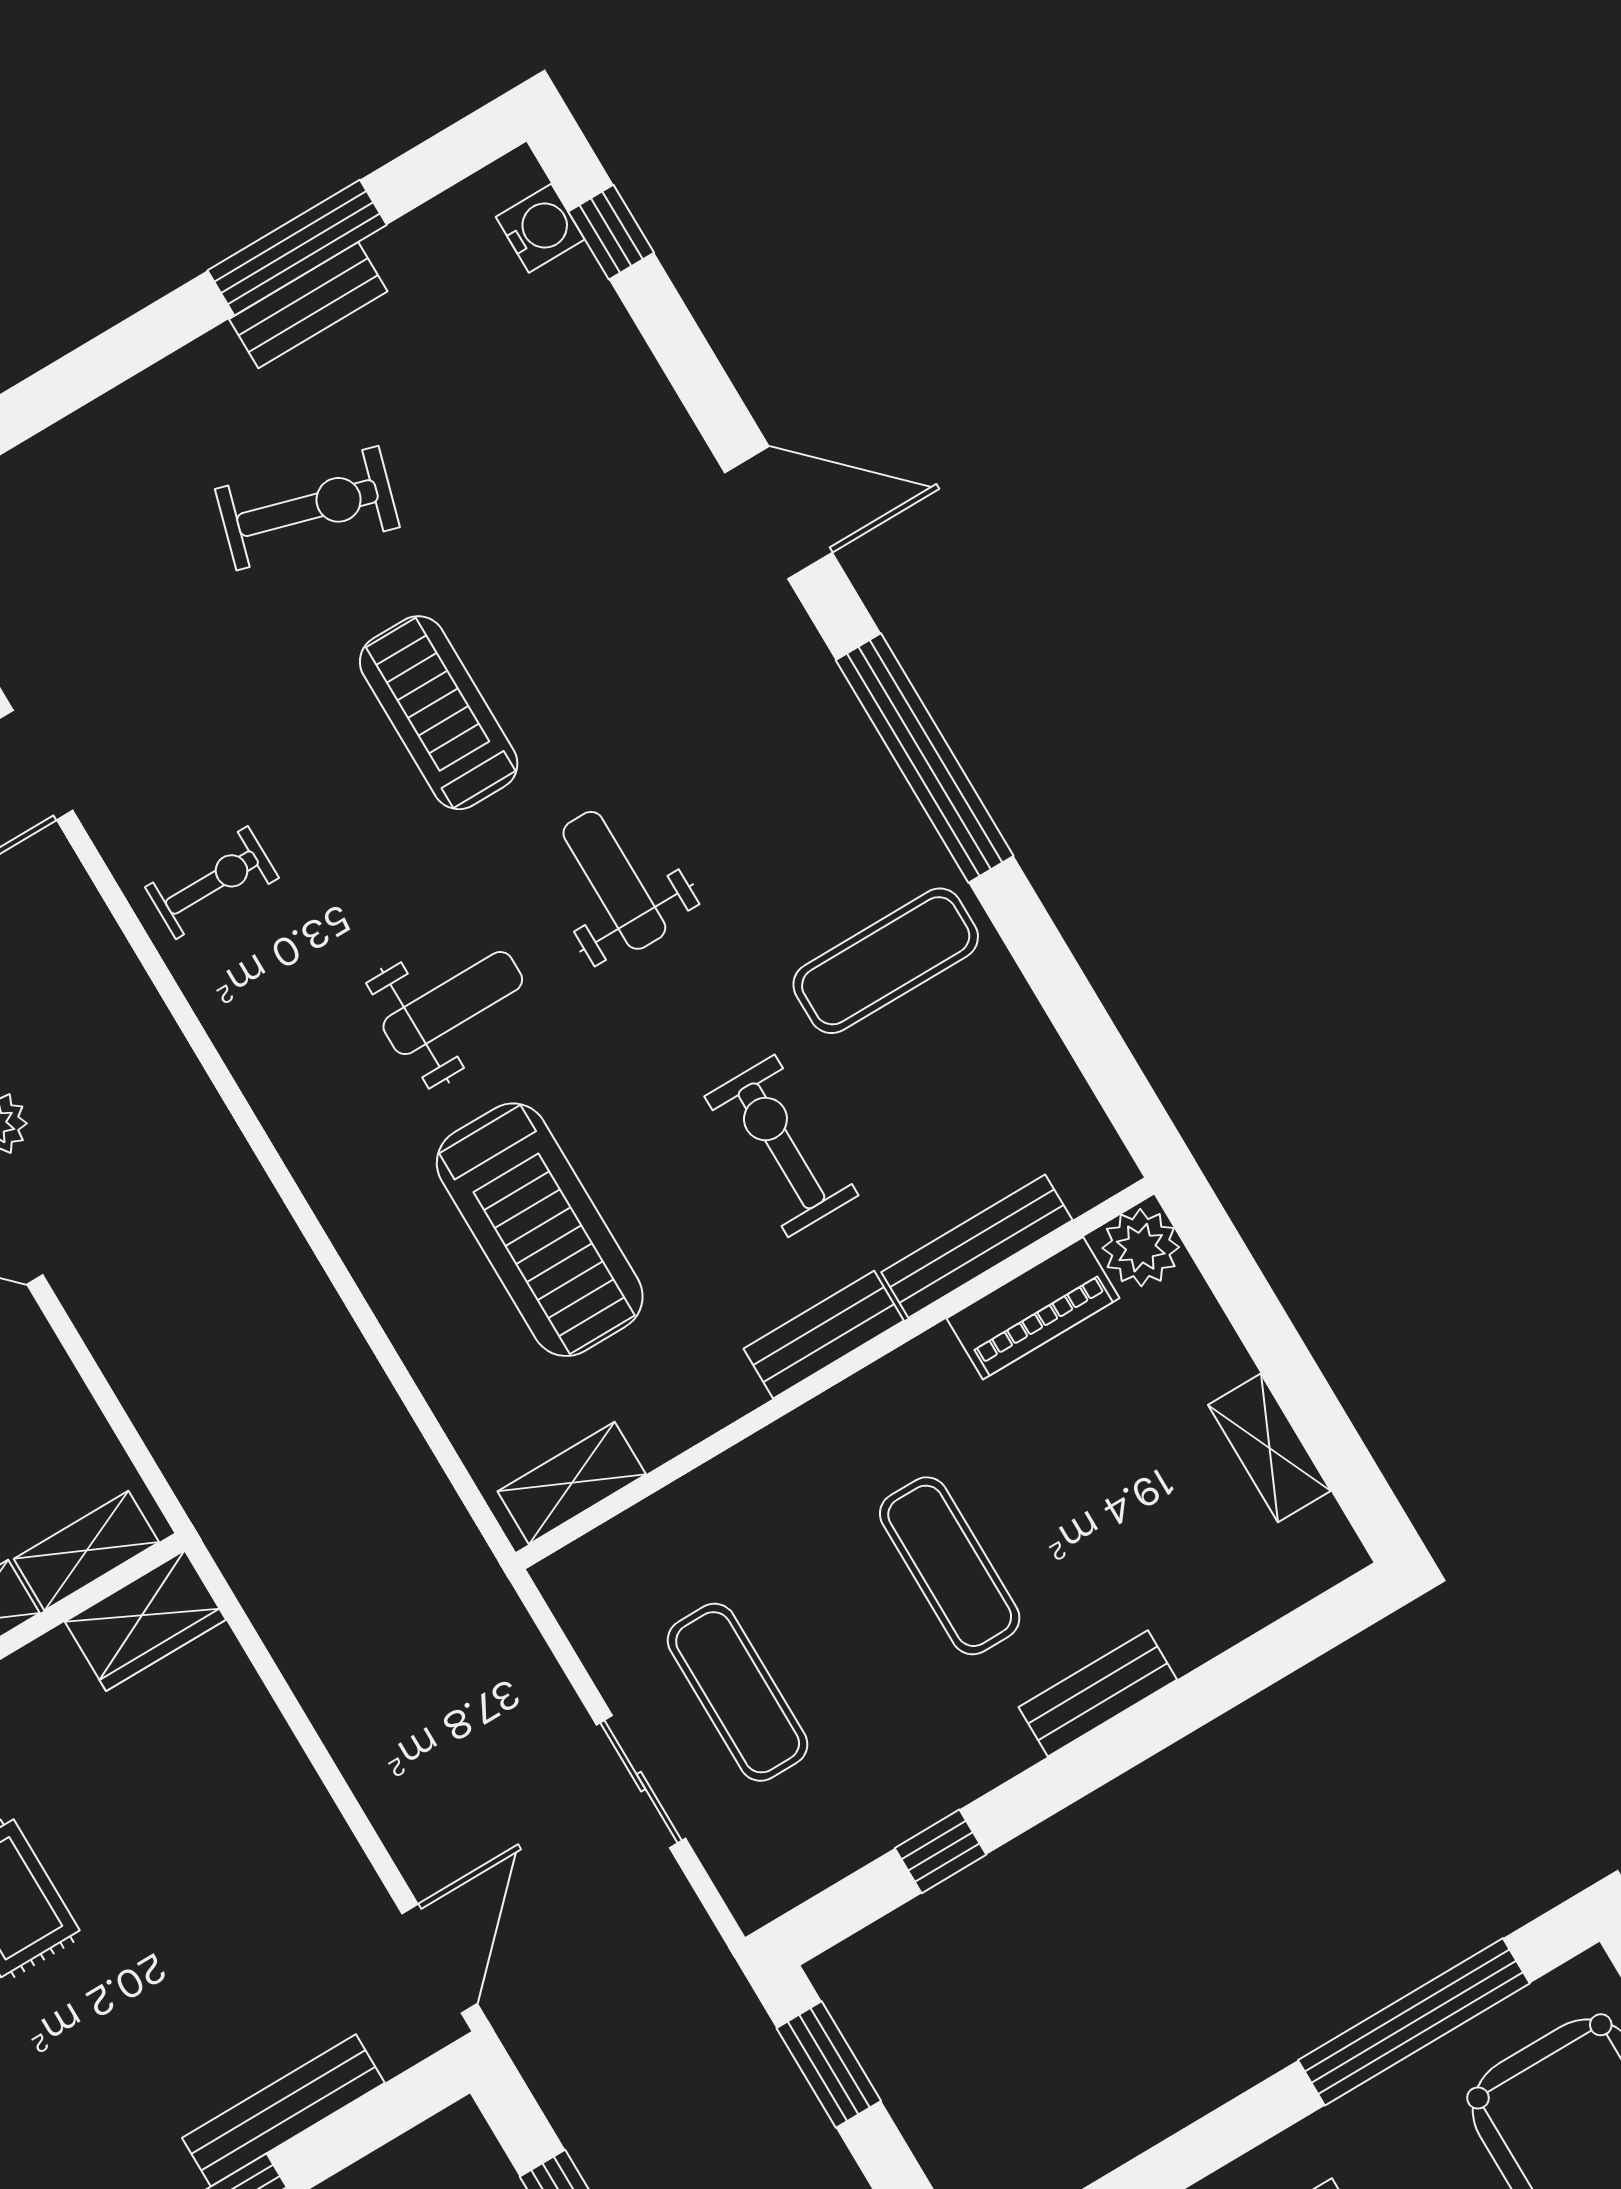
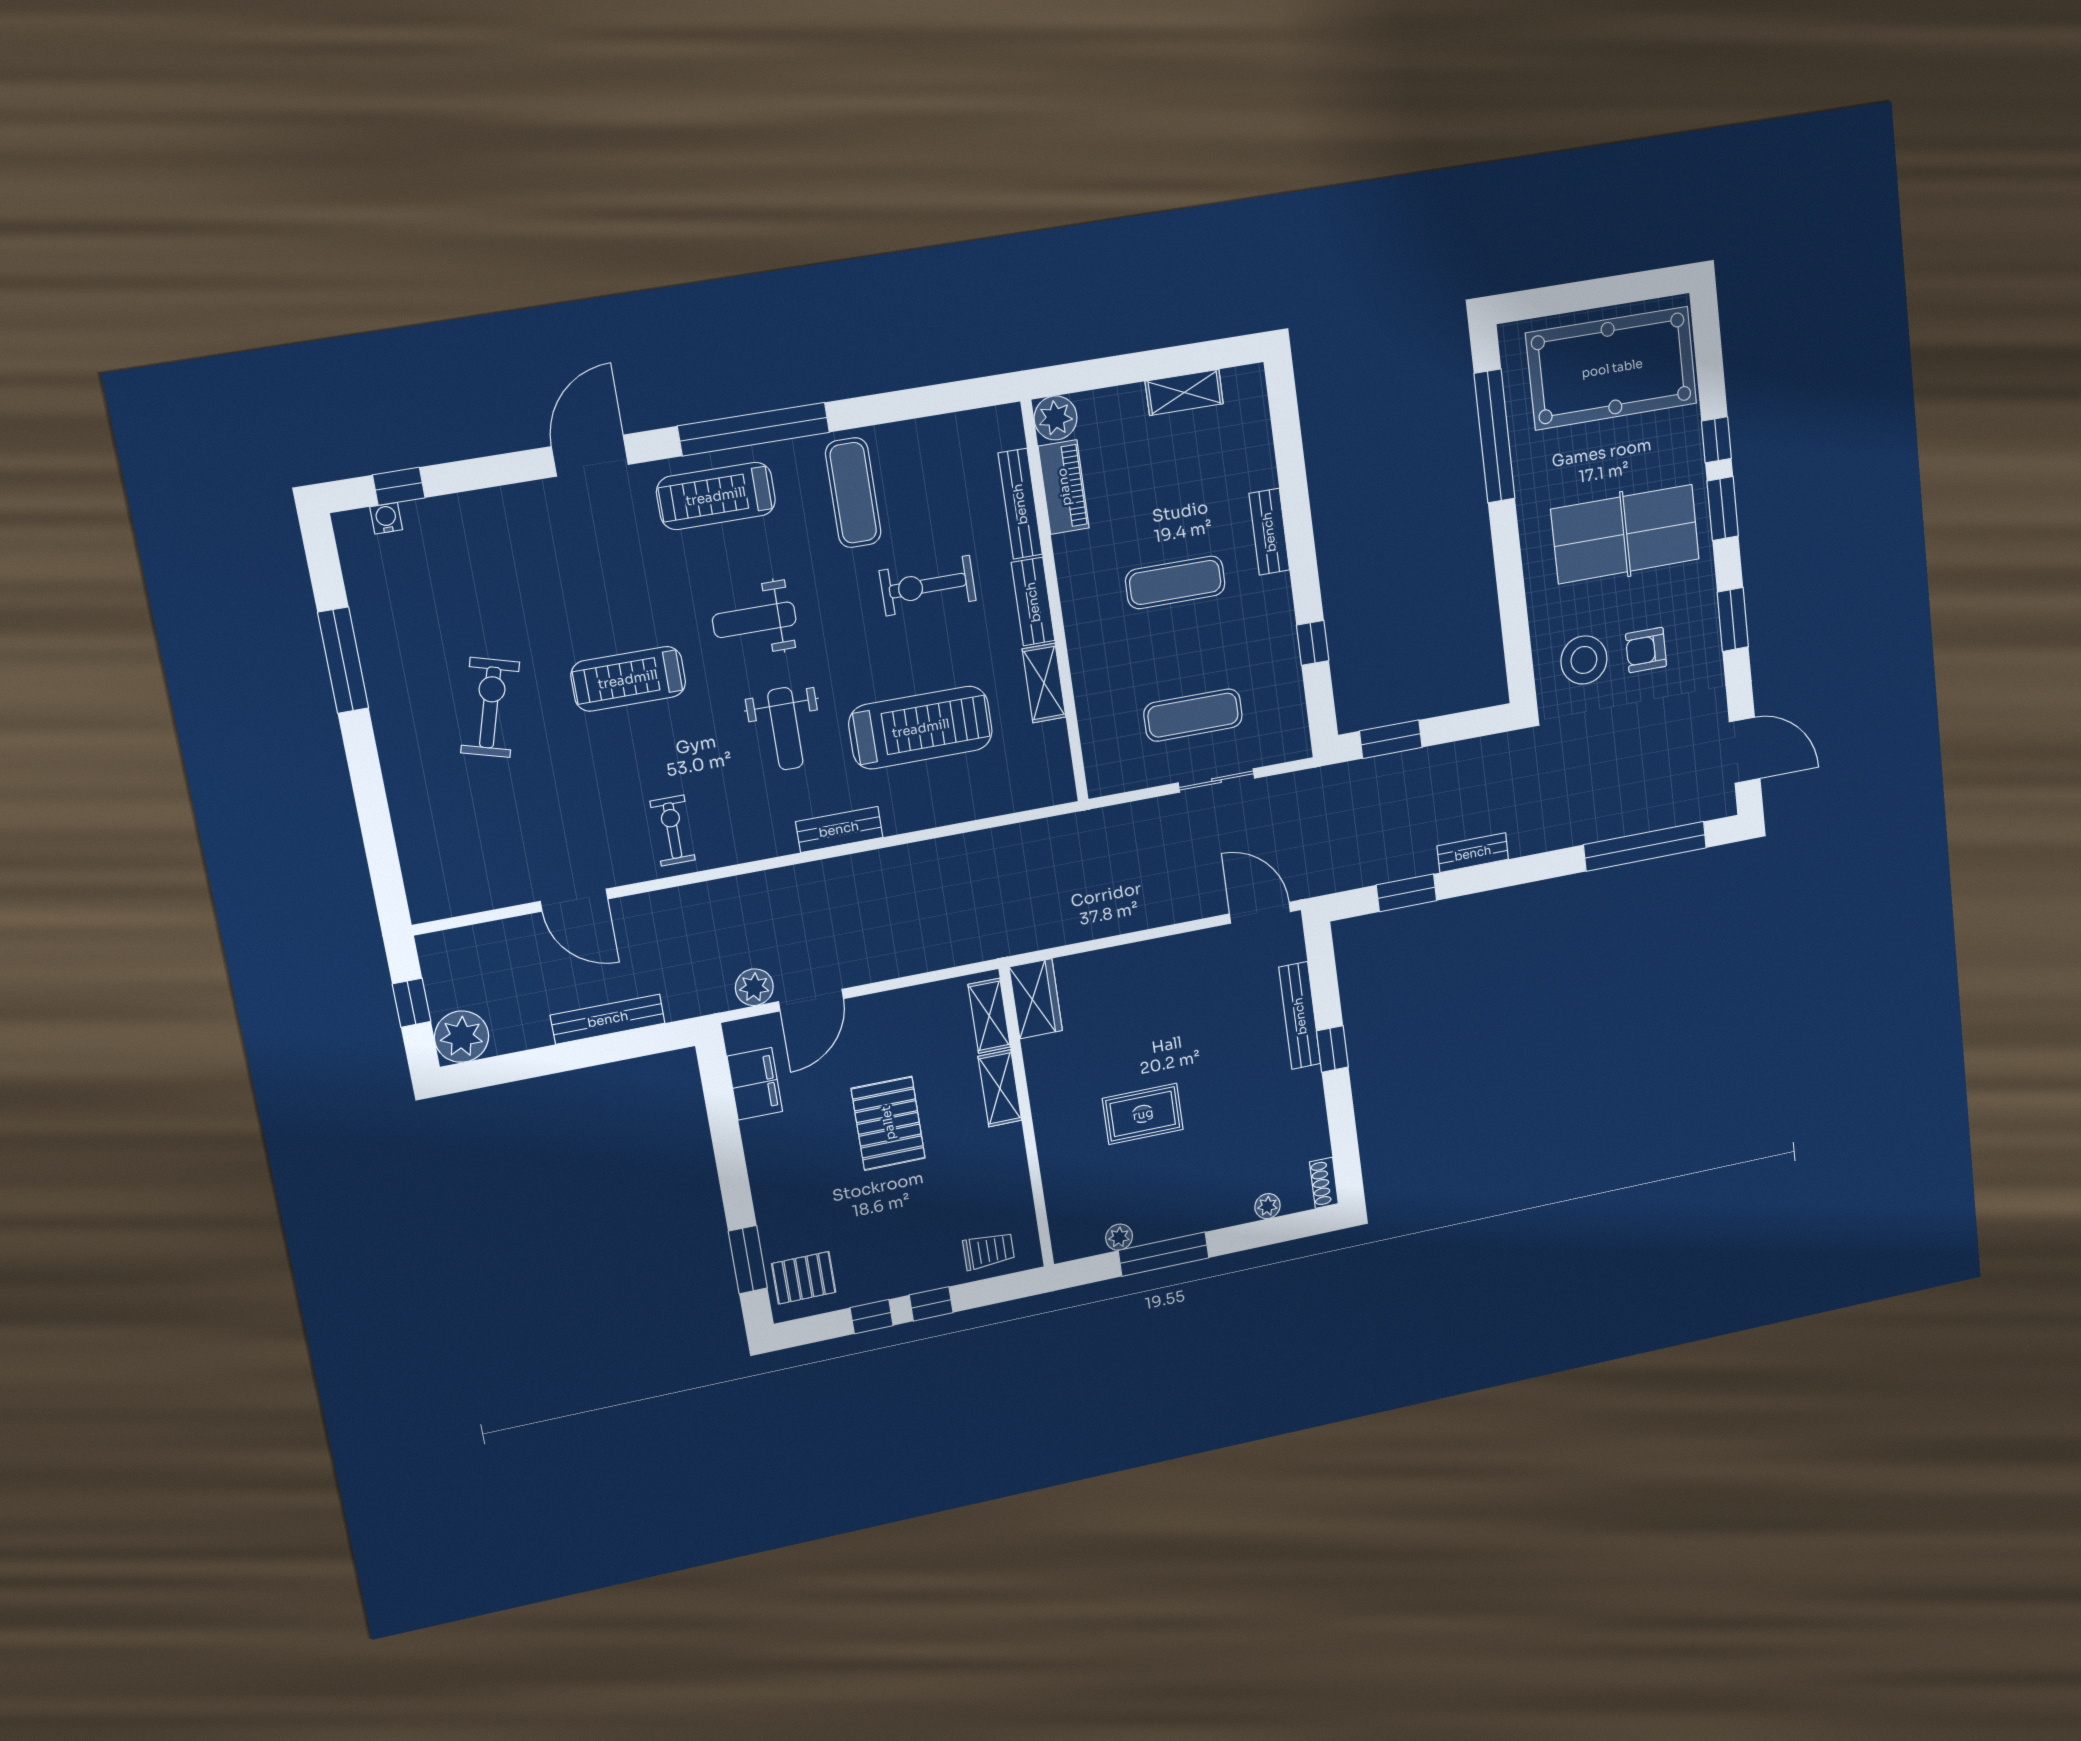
water cooler: (540, 228) -> (386, 518), width x0.72, depth x0.72
bench: (308, 305) -> (839, 829), moved, turned 90
treadmill: (793, 739) -> (716, 496), added
weight bench: (453, 1003) -> (785, 729), turned 180
shelving: (572, 1483) -> (1044, 683), moved

